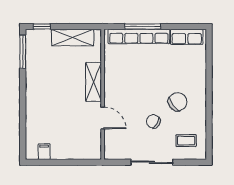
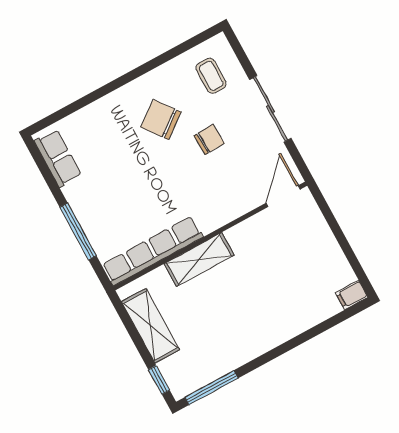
row of seats: (139, 36) -> (153, 251), moved, turned -90
door: (103, 118) -> (283, 196), moved
chair: (153, 121) -> (209, 140), turned -123
filing cabinet: (44, 152) -> (352, 295), moved

